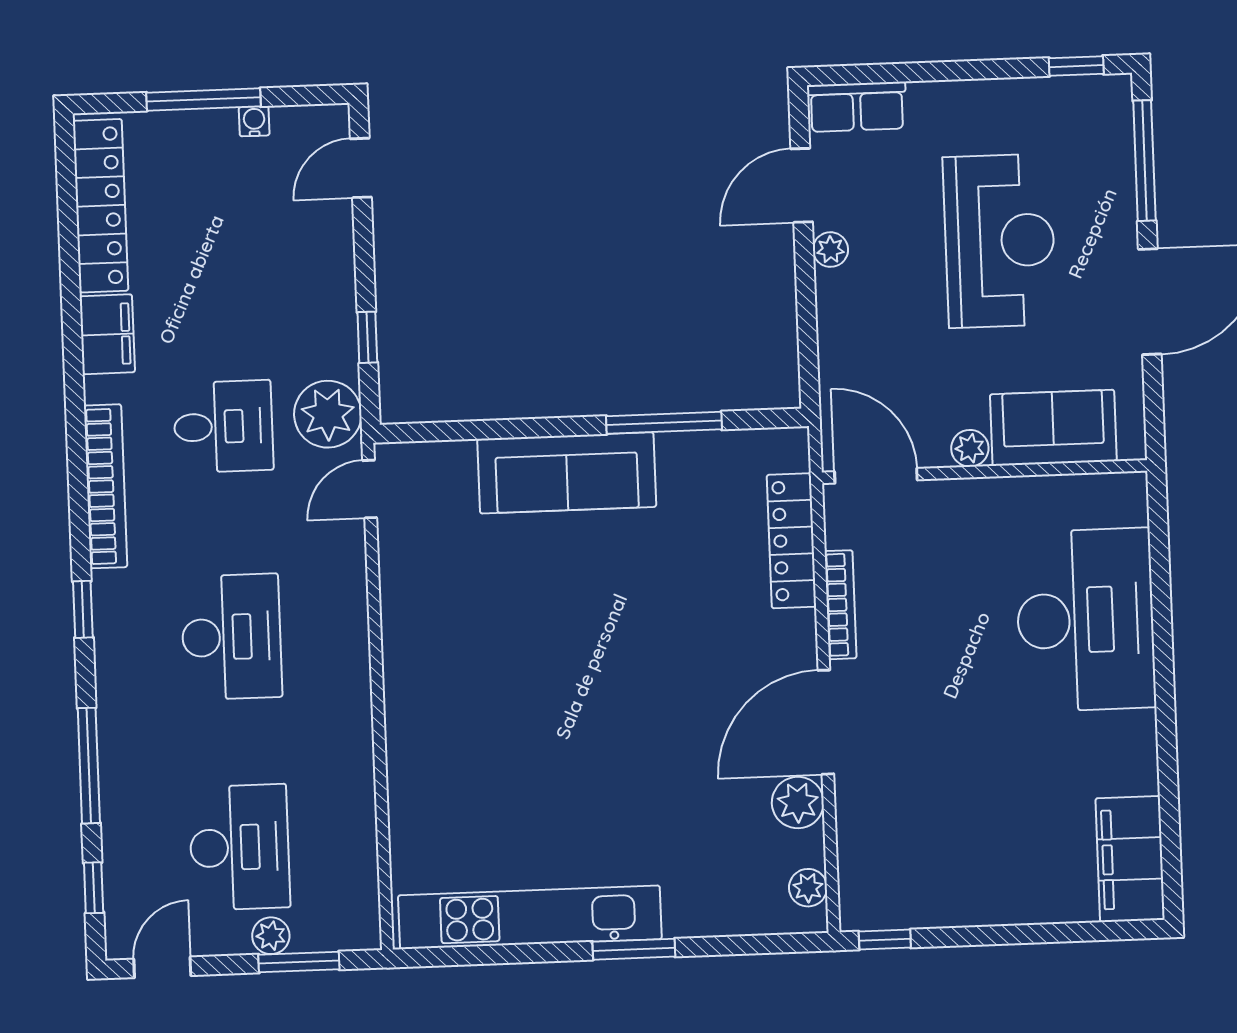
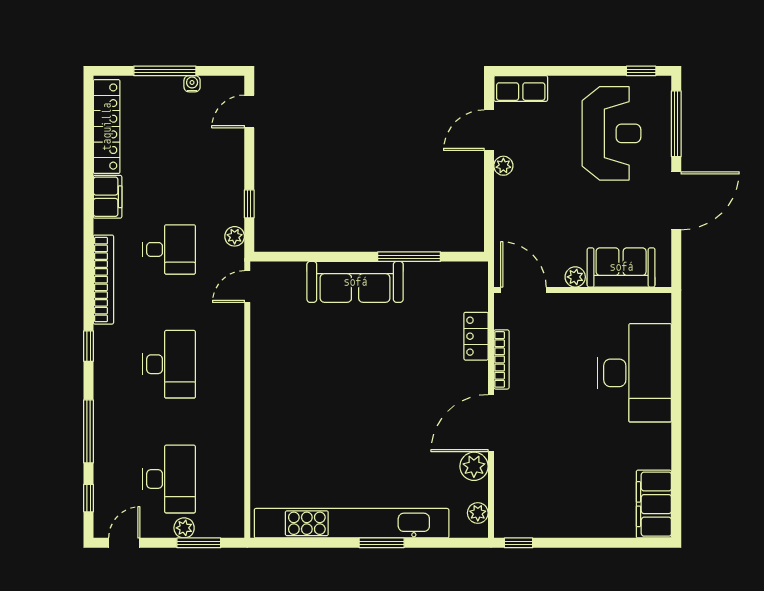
reception desk: (1000, 241) -> (611, 133), moved
plant: (328, 414) -> (235, 236), width x0.53, depth x0.53
locker: (791, 541) -> (476, 336), width x0.66
kitchen unit: (530, 917) -> (352, 523), width x1.36

